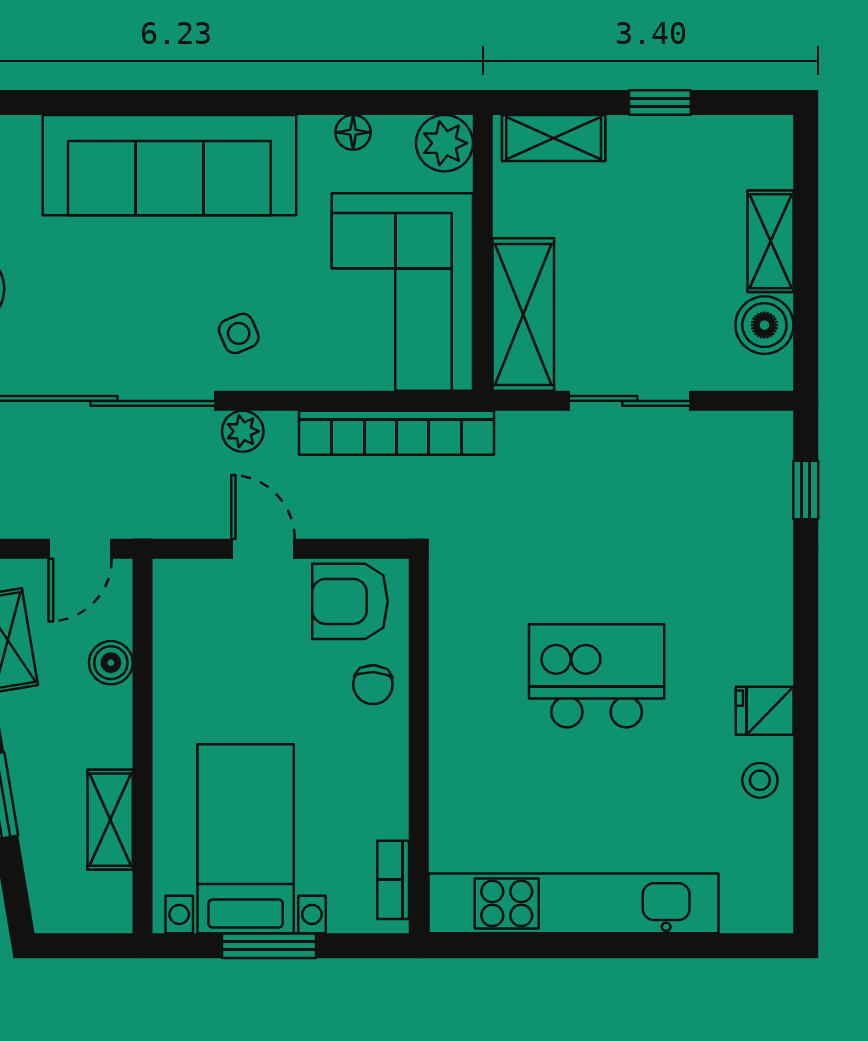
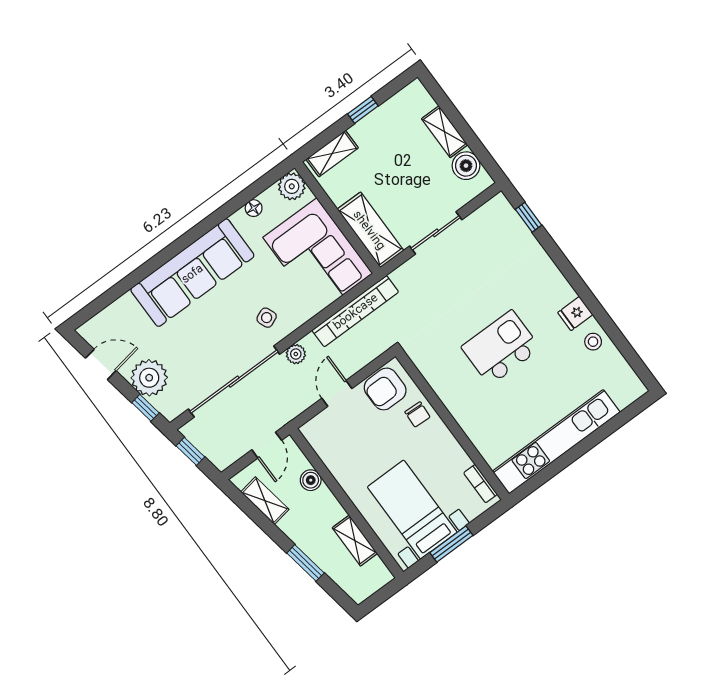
door: (263, 549) -> (337, 393), hinge flipped

